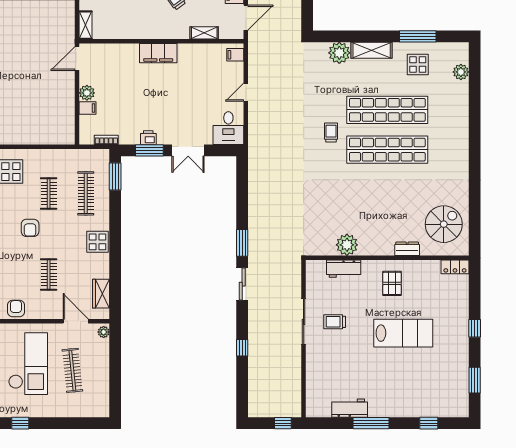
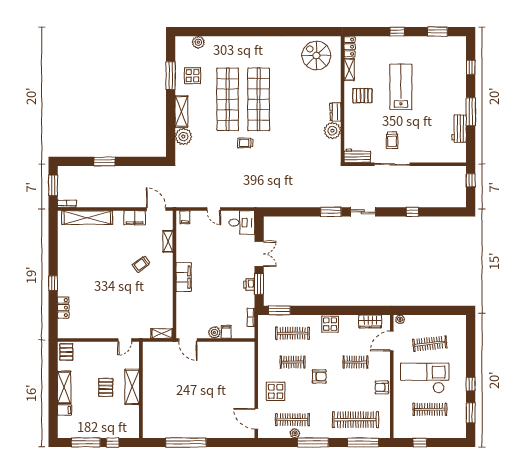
dresser: (407, 249) -> (336, 112), moved
shelving: (426, 266) -> (349, 69), added
workbench: (344, 269) -> (357, 156), moved, turned -90

